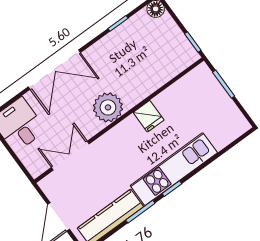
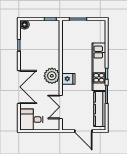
fridge: (149, 116) -> (68, 79), moved

